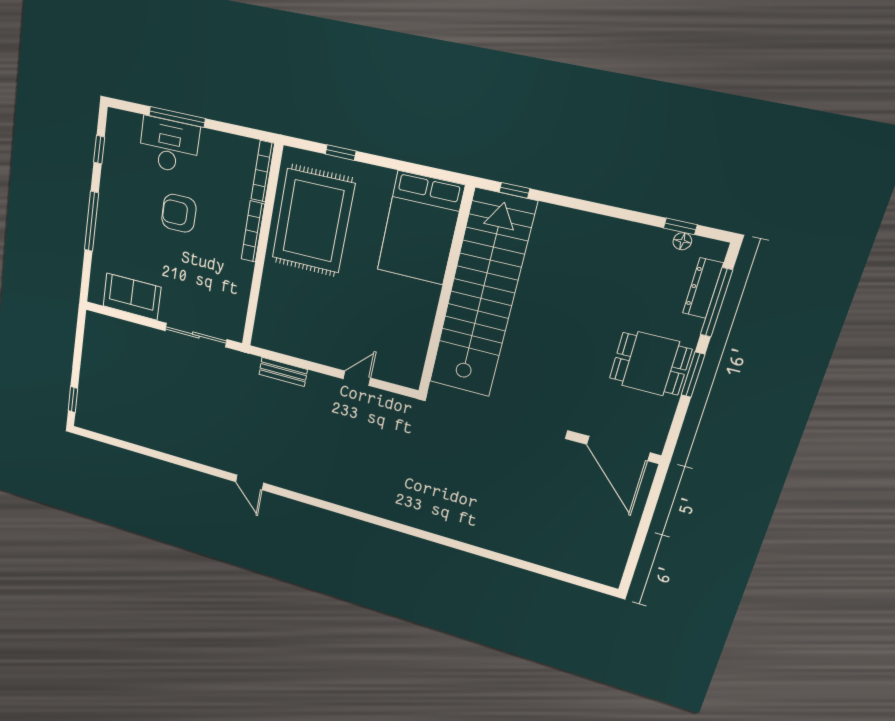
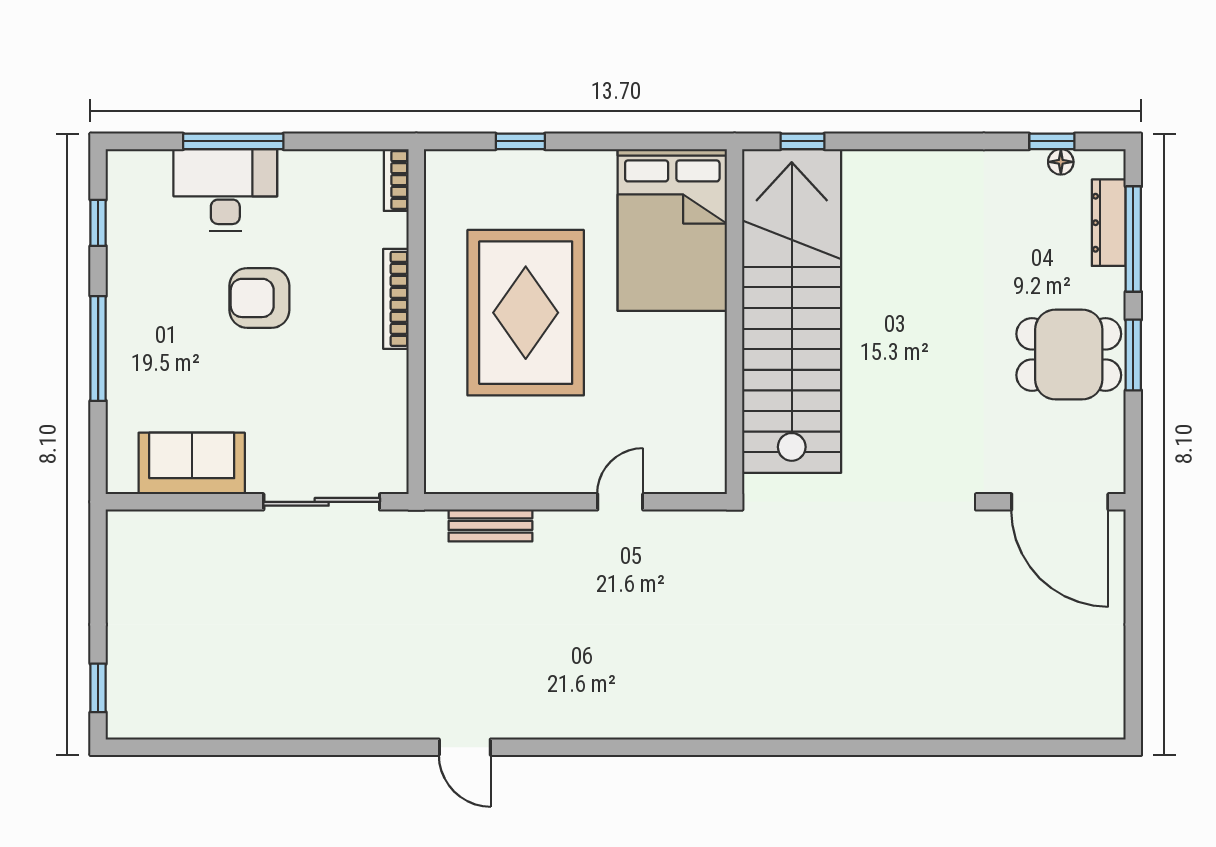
bookcase: (263, 171) -> (396, 180), width x0.64
rug: (313, 221) -> (526, 313), moved

